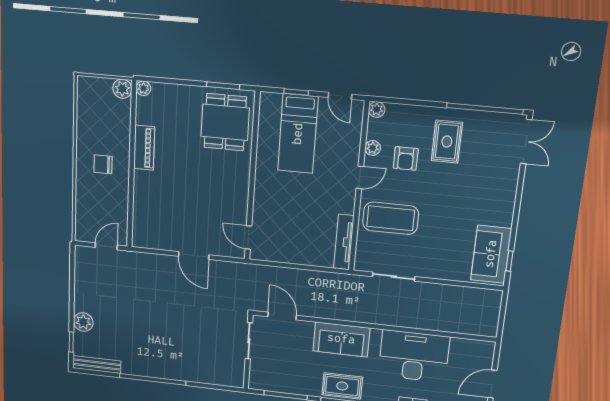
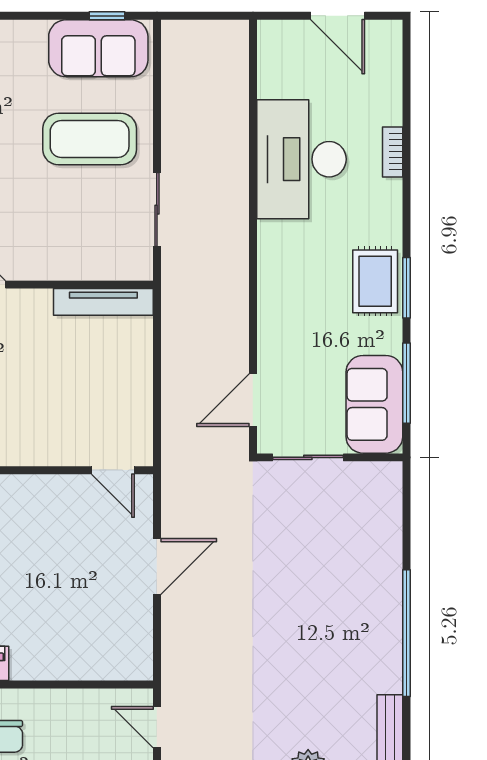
coffee table: (391, 218) -> (90, 139), moved, turned 90
door: (248, 237) -> (113, 470), hinge flipped
sofa: (341, 339) -> (374, 404), moved, turned 180

